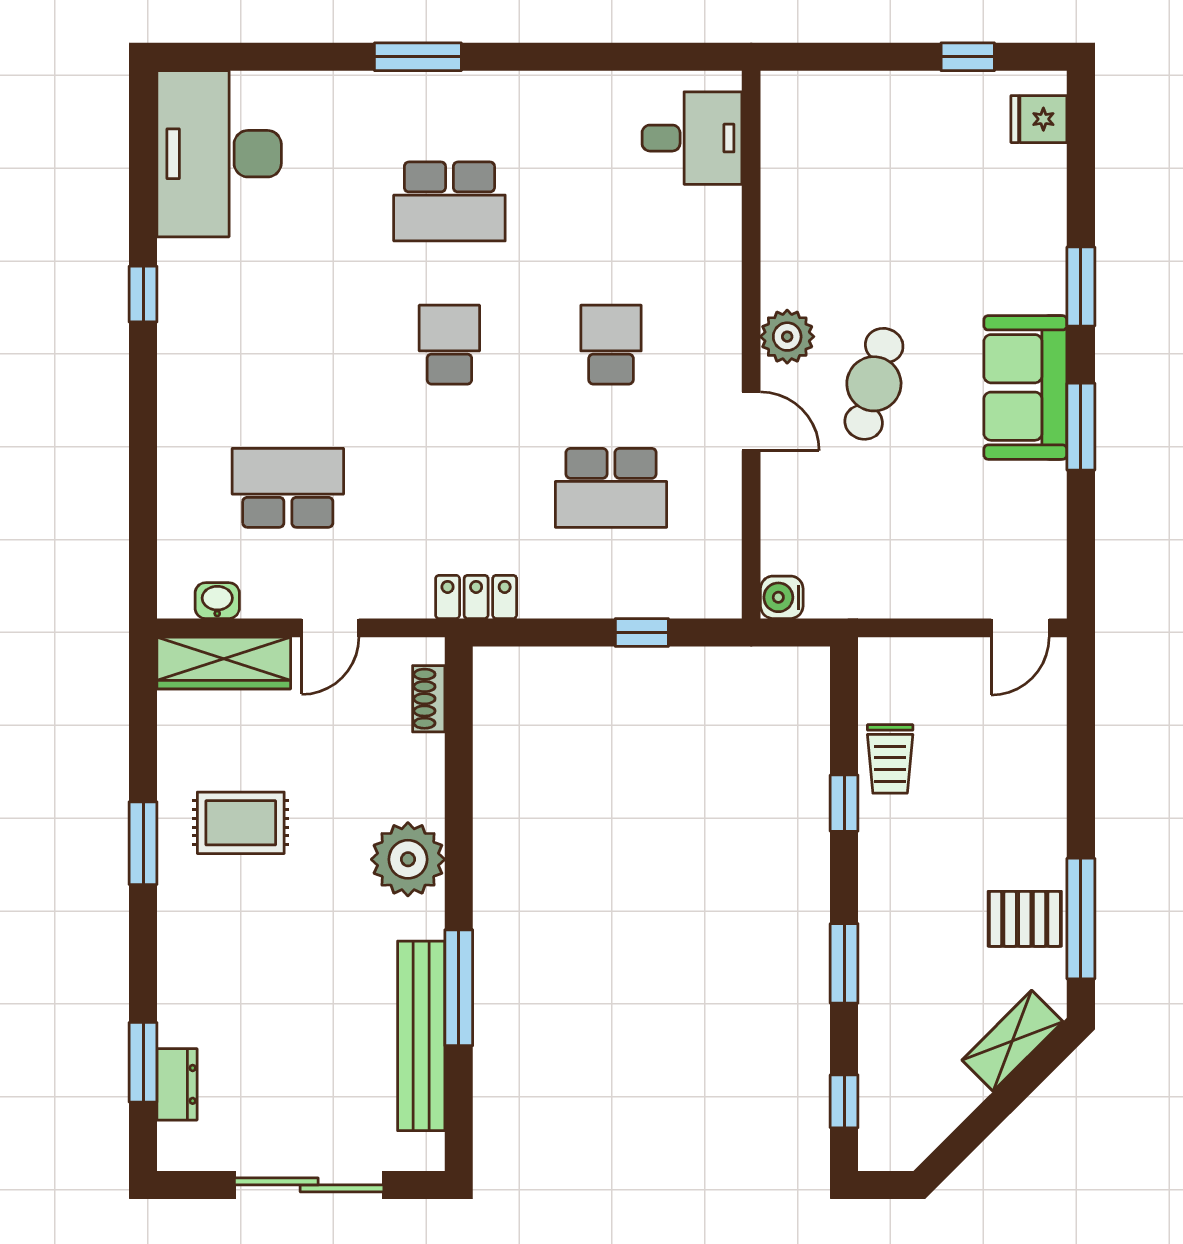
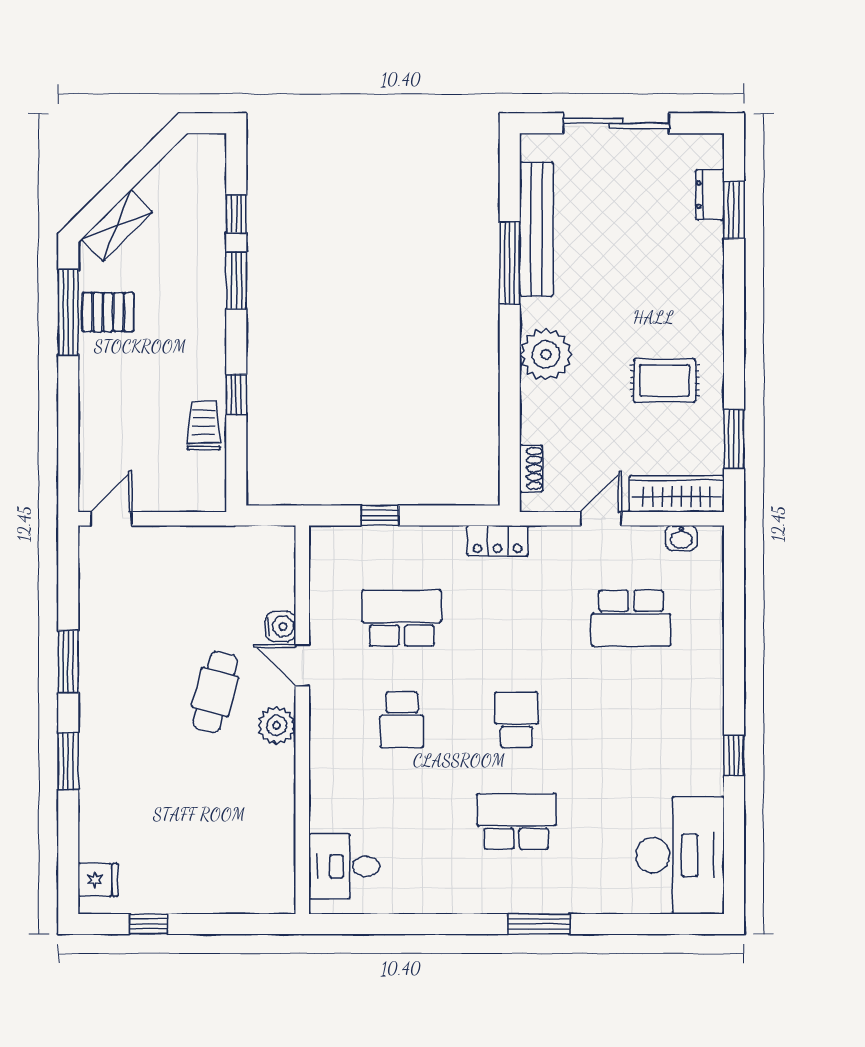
school desk: (449, 345) -> (516, 720), turned 180
sofa: (1025, 387) -> (108, 689), removed
water cooler: (782, 597) -> (281, 626), moved
window: (143, 843) -> (734, 439), moved
window: (844, 1101) -> (236, 214), moved

